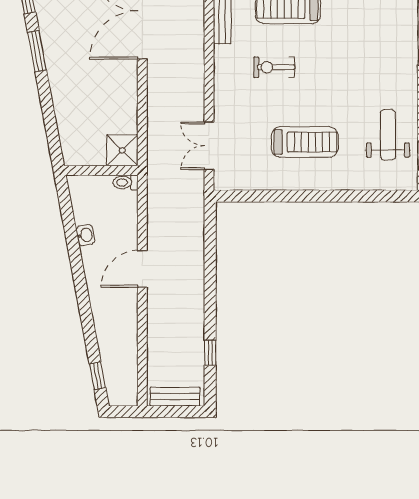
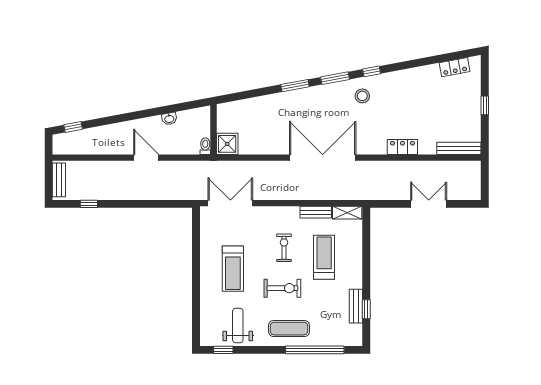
exercise mat: (392, 60) -> (289, 329), added
exercise bike: (333, 70) -> (282, 288), added
weight bench: (388, 135) -> (238, 326), turned -90
double door: (209, 146) -> (230, 203), width x1.37

